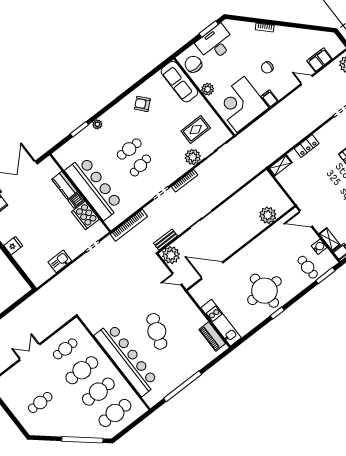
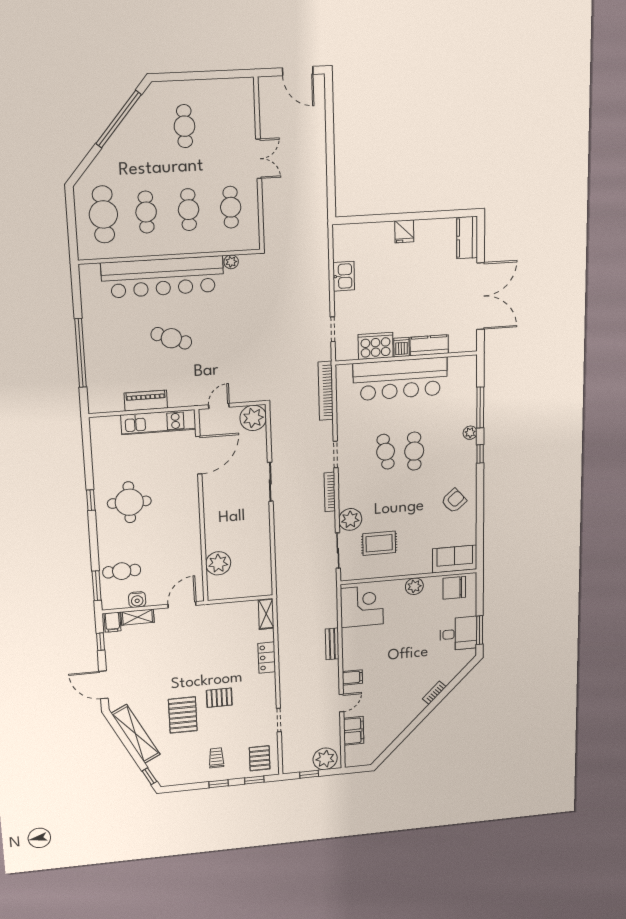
desk: (216, 43) -> (458, 634), width x0.73
chair: (193, 64) -> (454, 588), turned 180
chair: (267, 67) -> (388, 668), removed
sofa: (179, 82) -> (455, 559), width x0.73
filing cabinet: (270, 99) -> (352, 677), moved
corner desk: (241, 104) -> (362, 606), width x0.74, depth x0.74
window: (105, 109) -> (480, 454), added
window: (79, 129) -> (480, 407), width x1.44
rug: (196, 130) -> (379, 543), turned 90
bench: (166, 240) -> (332, 644), moved
round table: (264, 291) -> (129, 502), width x0.73, depth x0.73
kitchen unit: (221, 323) -> (158, 422), moved
plant: (94, 328) -> (231, 262), added
cafe table: (157, 331) -> (171, 338), width x0.73, depth x0.74
piano: (212, 336) -> (146, 401), moved
cafe table: (82, 370) -> (189, 210), width x0.73, depth x0.74
window: (183, 386) -> (80, 353), moved
cafe table: (98, 392) -> (146, 212), width x0.73, depth x0.74
window: (82, 440) -> (119, 119), moved

